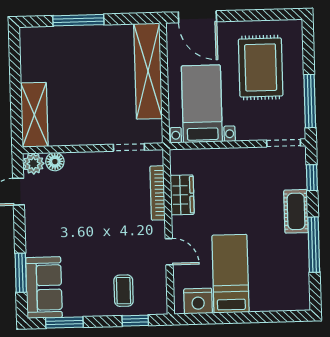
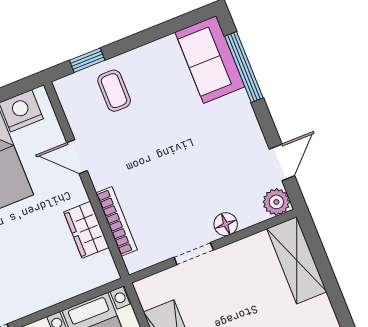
doorway: (129, 147) -> (194, 254), moved
floor lamp: (55, 162) -> (226, 224), moved
window: (21, 273) -> (244, 67), width x1.44
window: (64, 323) -> (170, 27), removed

